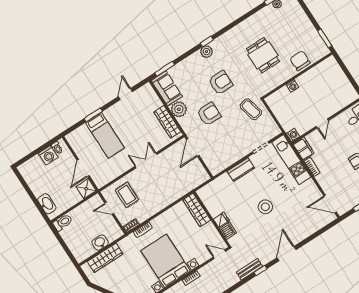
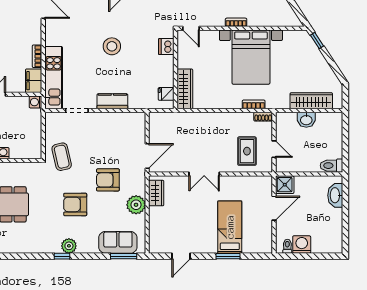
sofa: (167, 88) -> (118, 242), moved, turned 90
wardrobe: (167, 122) -> (156, 193), width x0.67
fridge: (221, 220) -> (166, 94), moved

